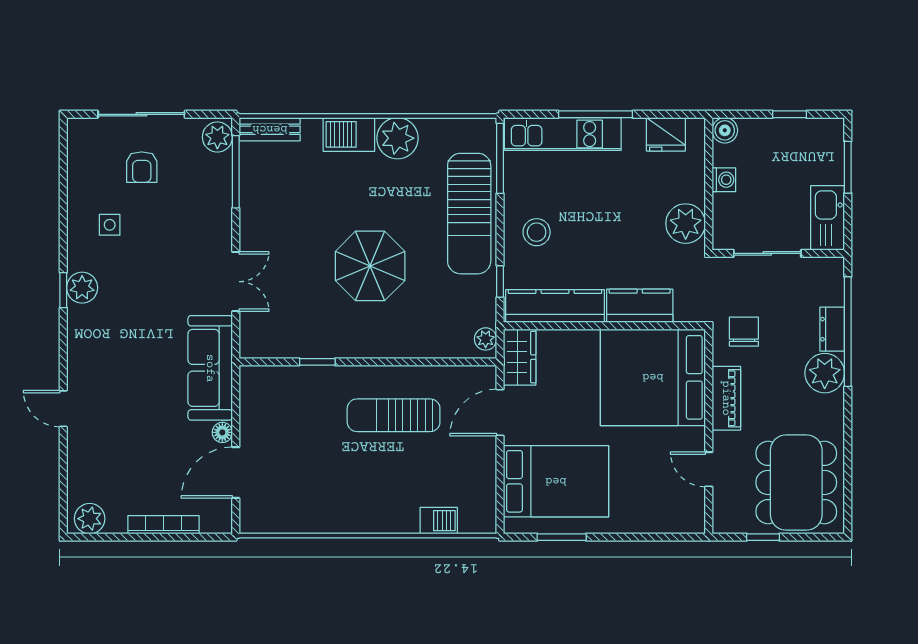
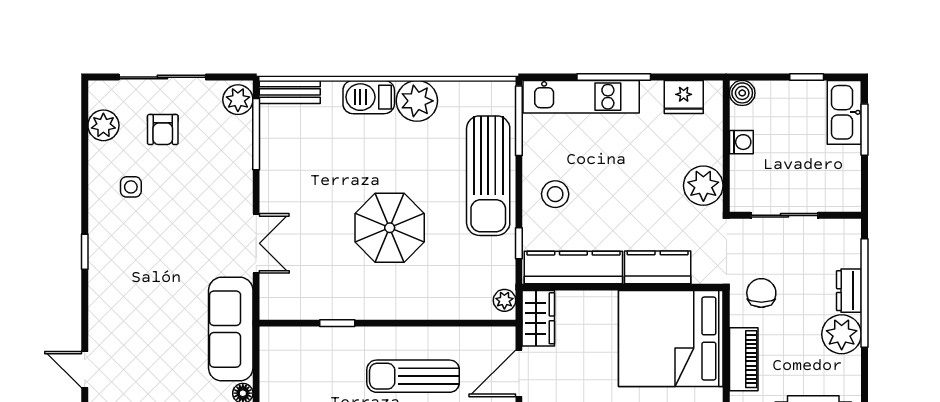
kitchen sink: (828, 218) -> (844, 112), moved
plant: (82, 288) -> (103, 125), moved

